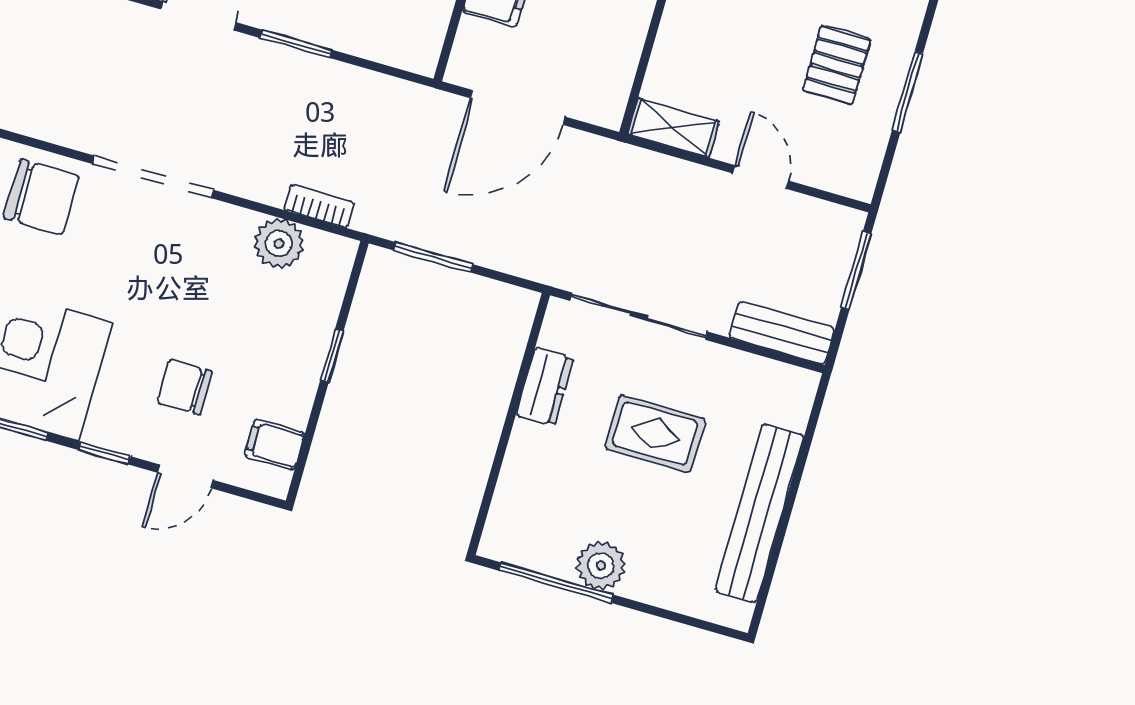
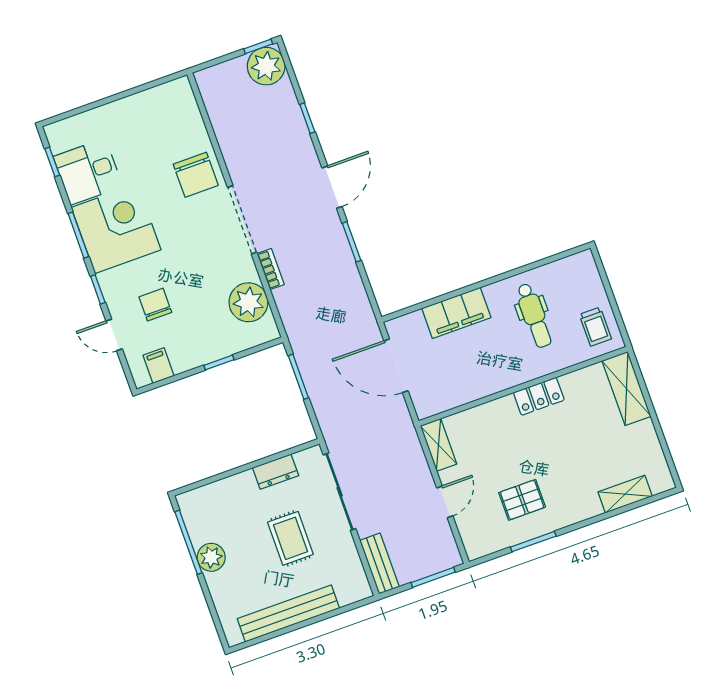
bookcase: (319, 206) -> (271, 269), moved
plant: (279, 243) -> (248, 302), width x1.36, depth x1.36

